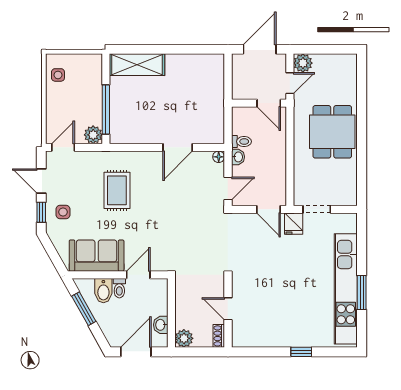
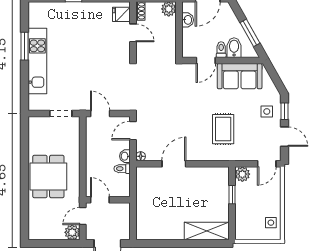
window: (106, 110) -> (232, 195), width x0.46
fridge: (294, 224) -> (121, 14), moved, turned -90
kitchen unit: (346, 289) -> (37, 61), width x0.73

